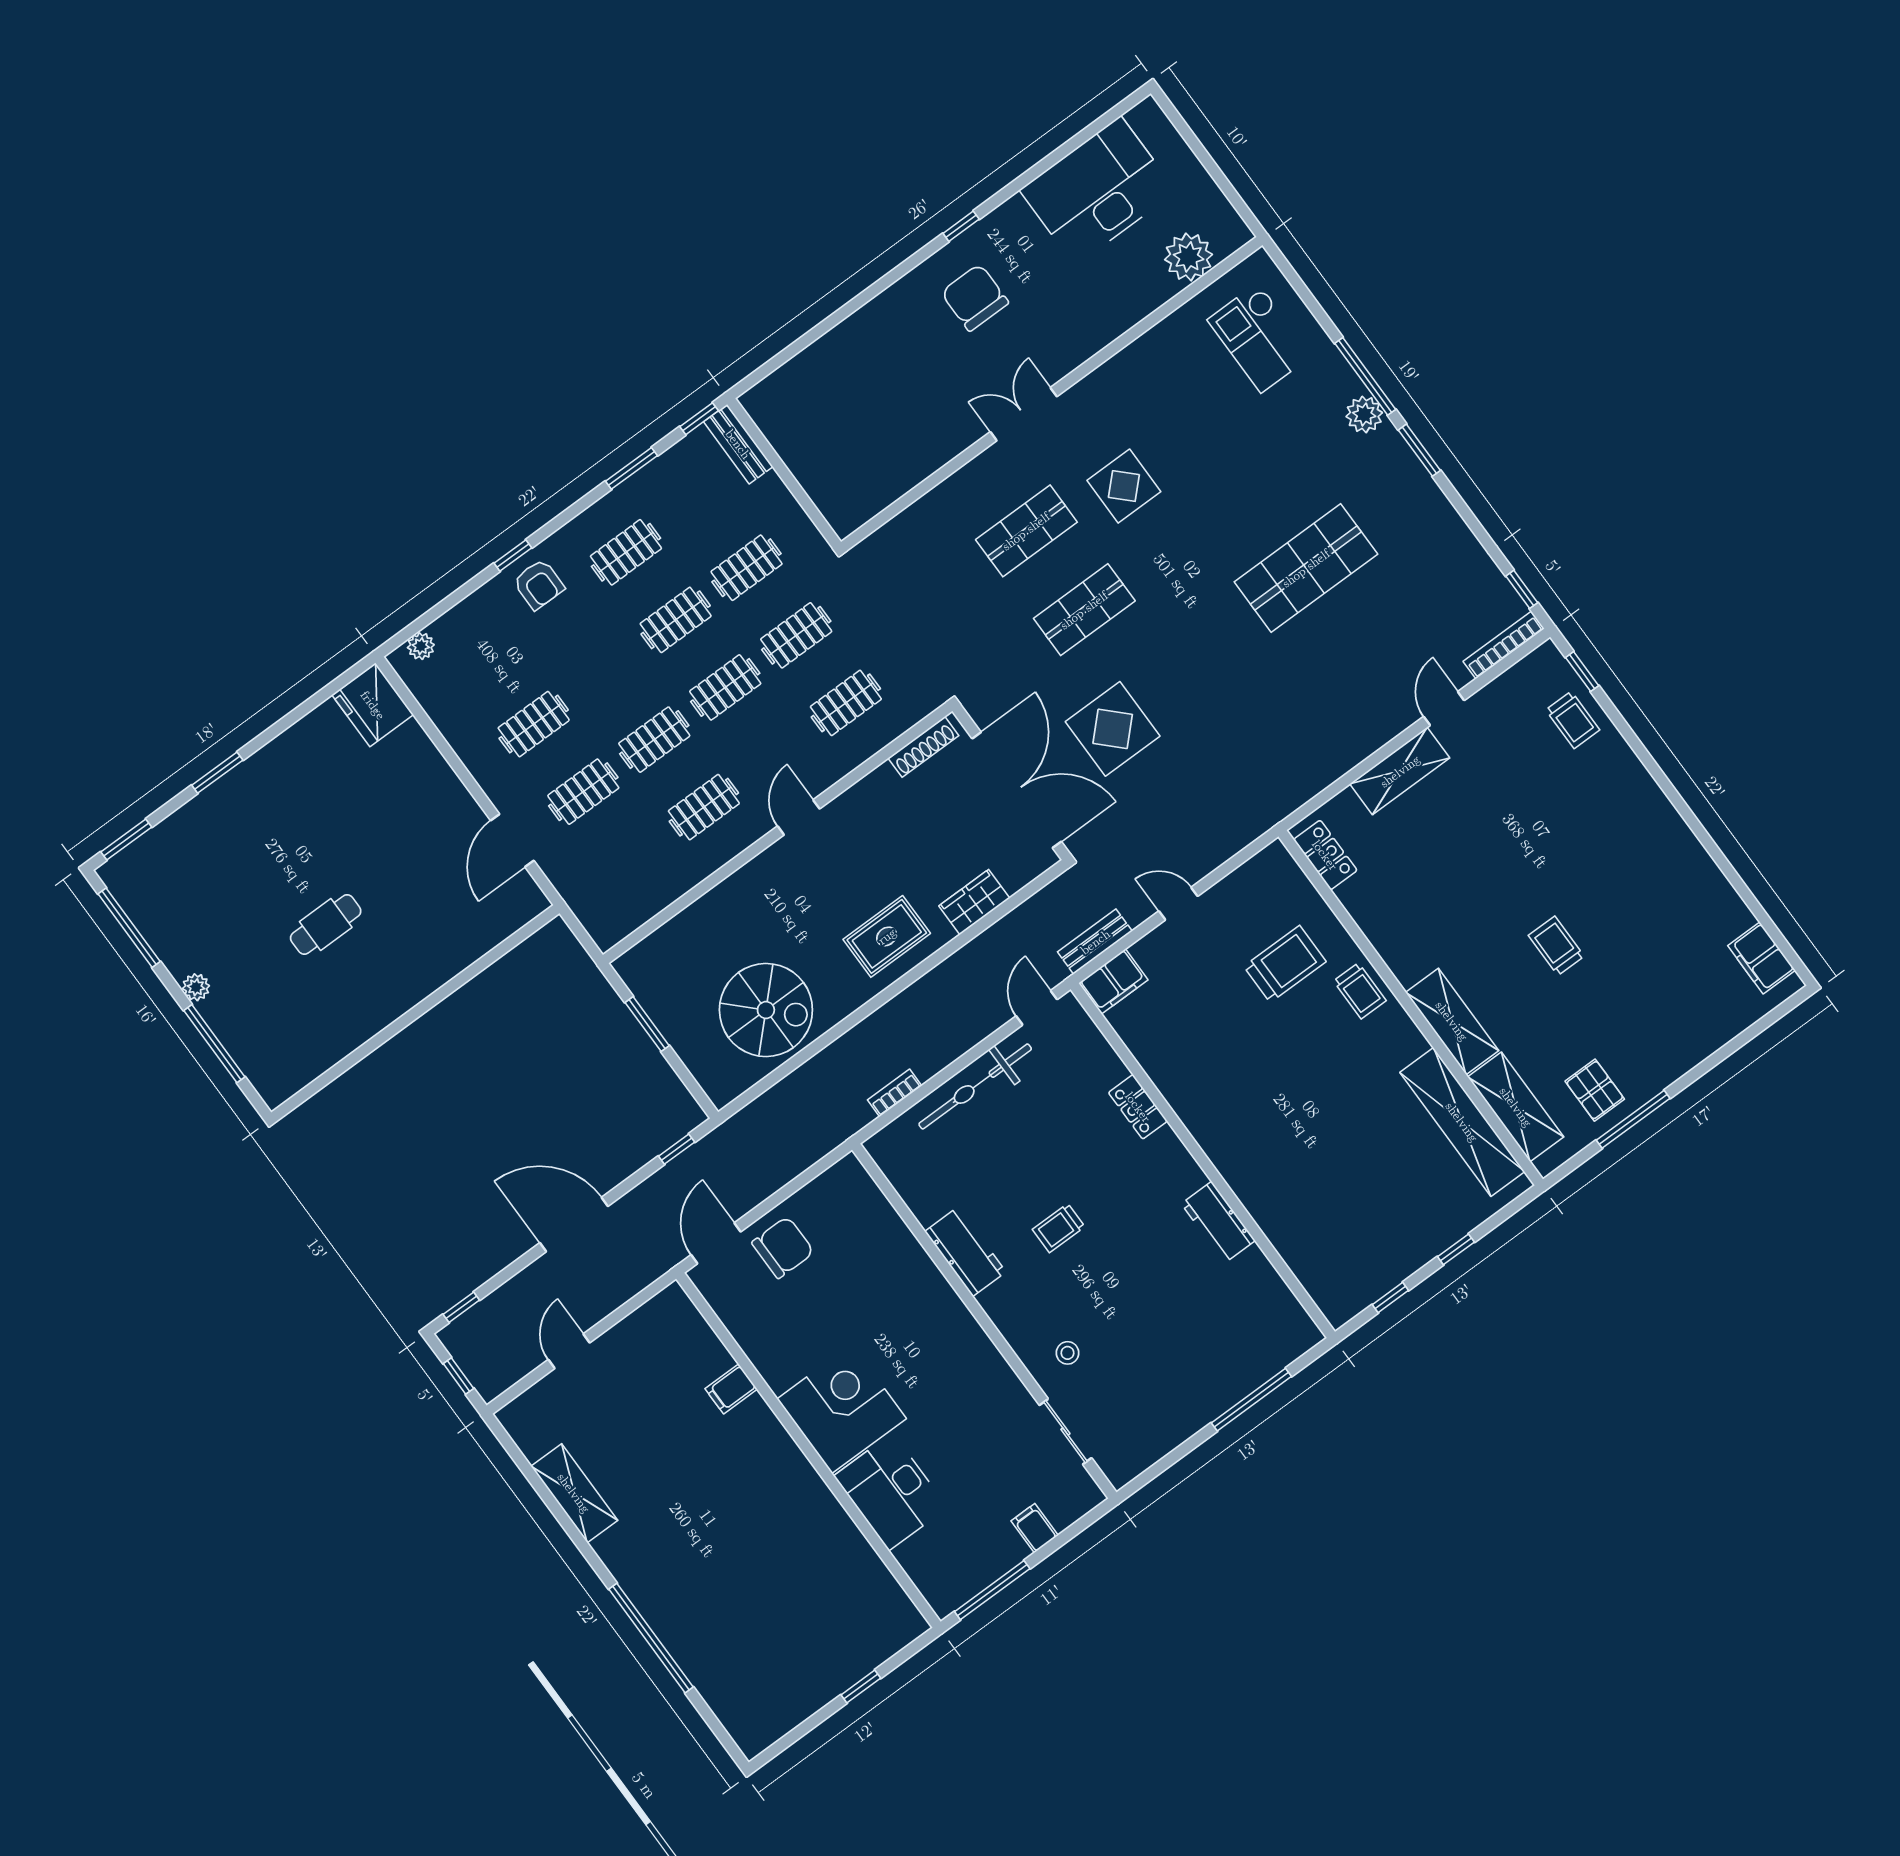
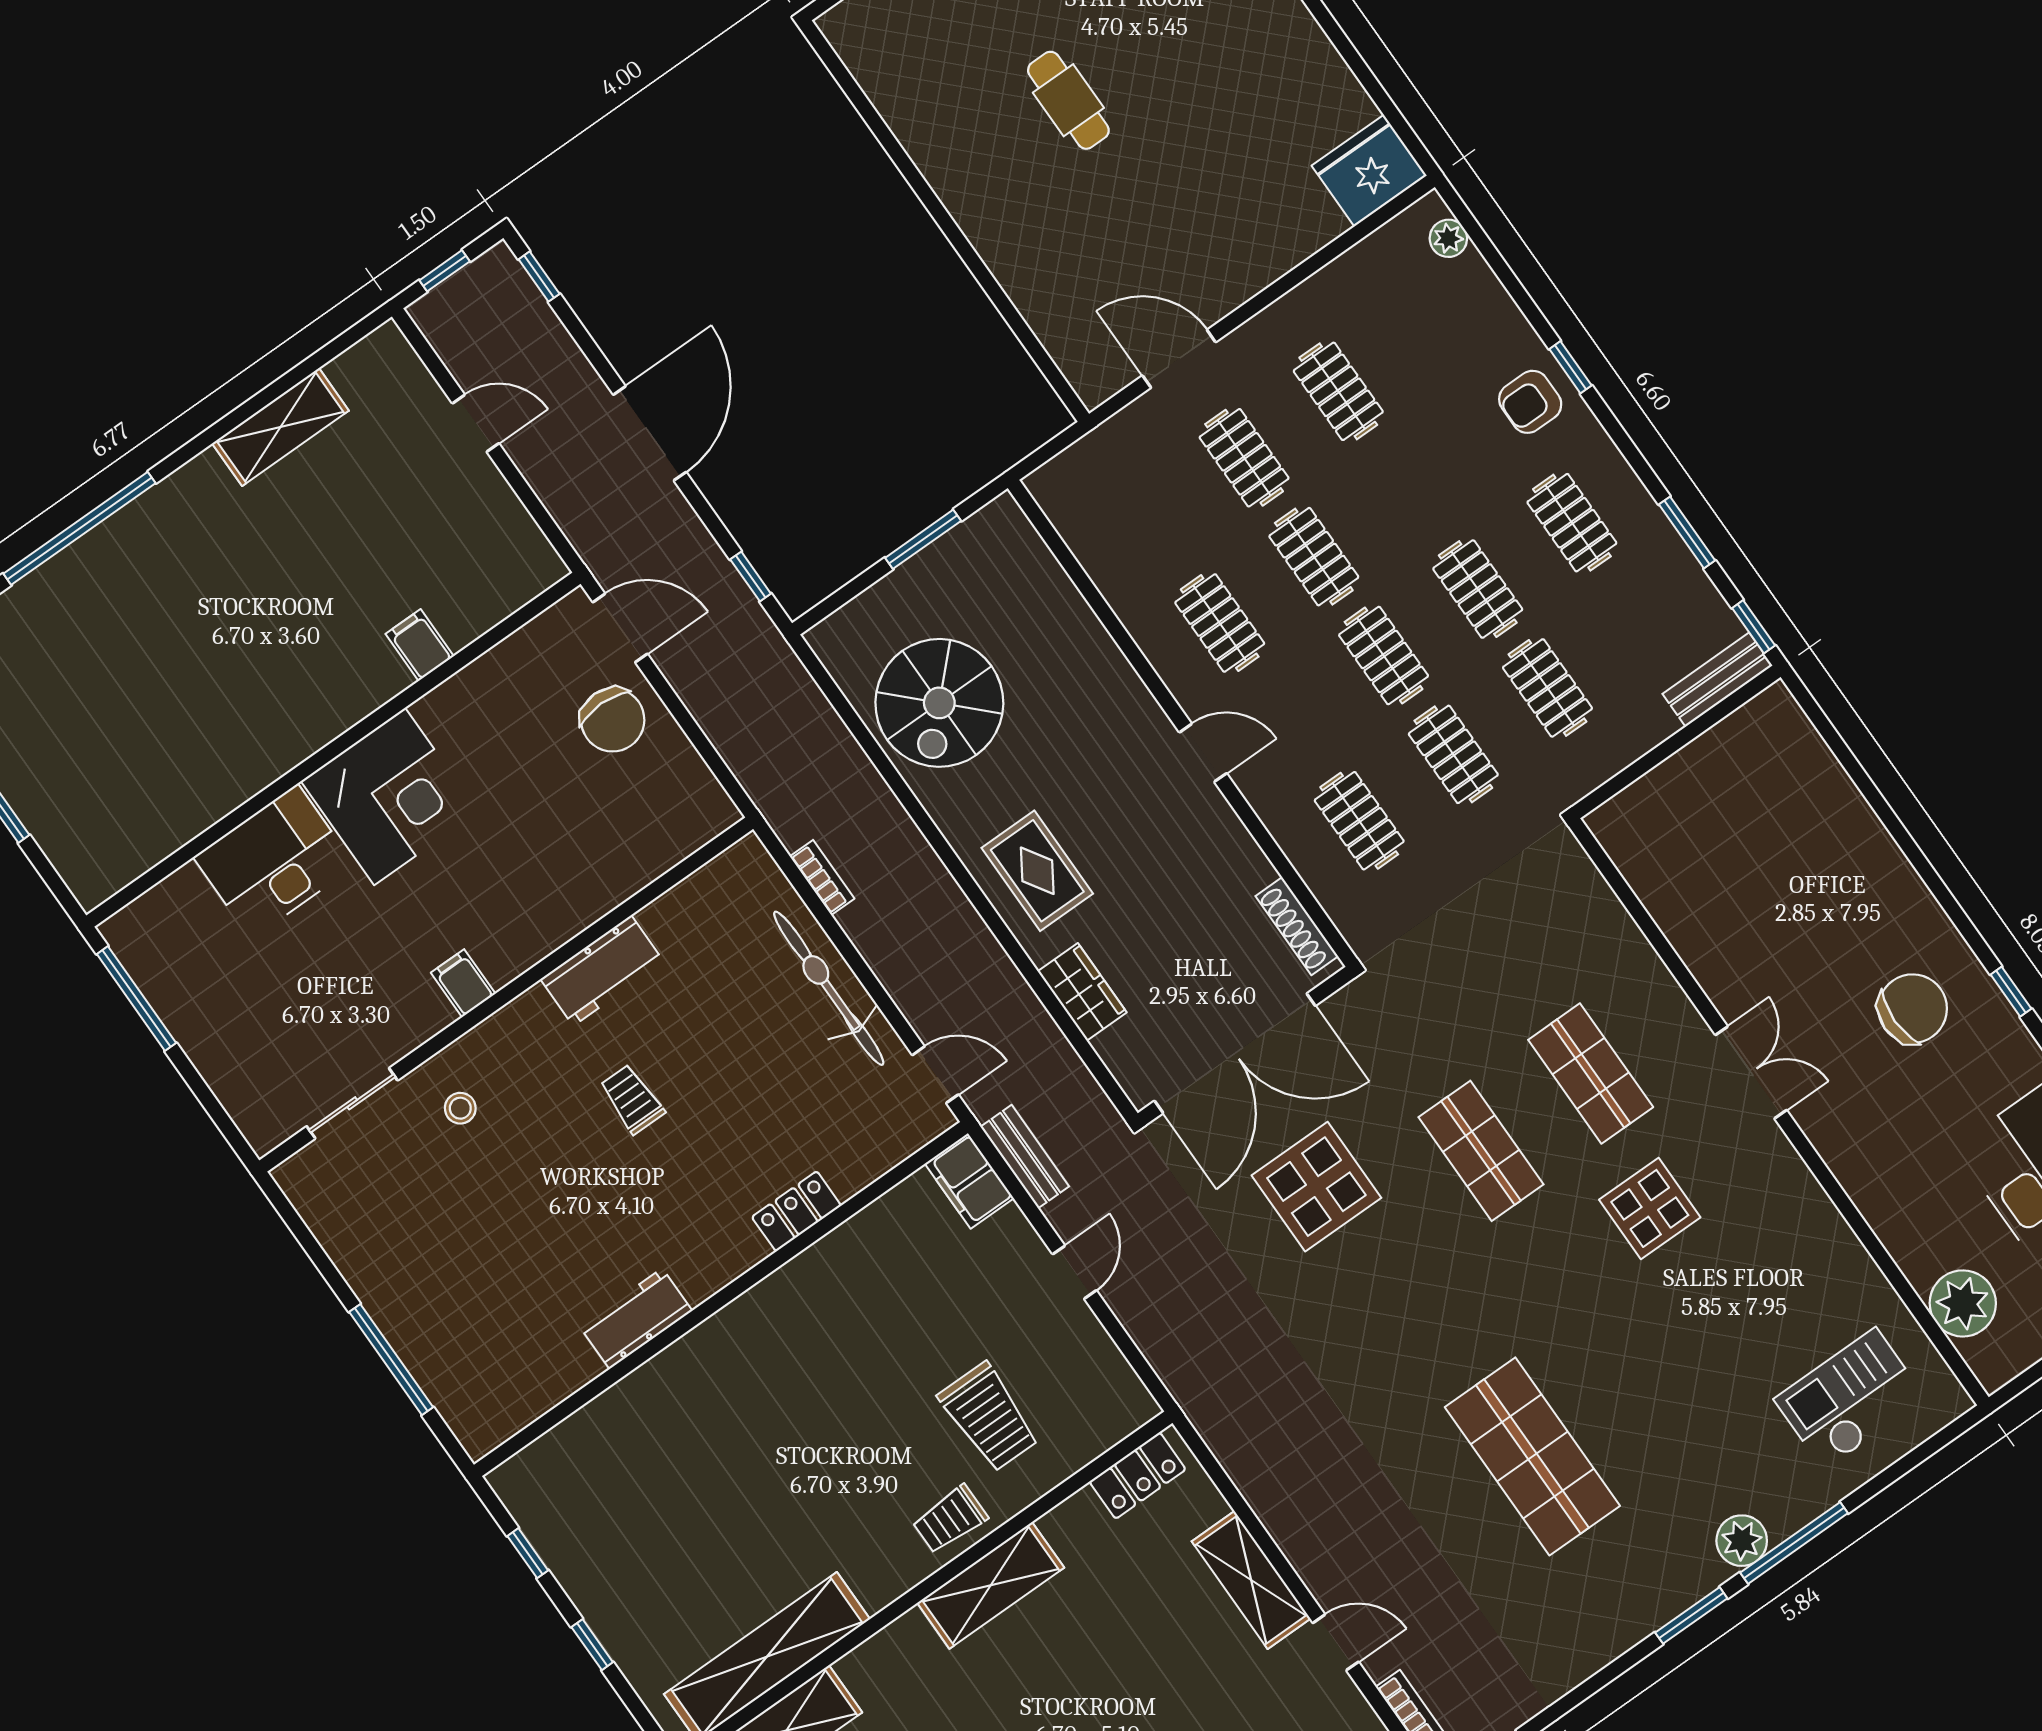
shelving: (1452, 1021) -> (991, 1585), moved
filing cabinet: (1035, 1528) -> (463, 983), moved, turned -90

